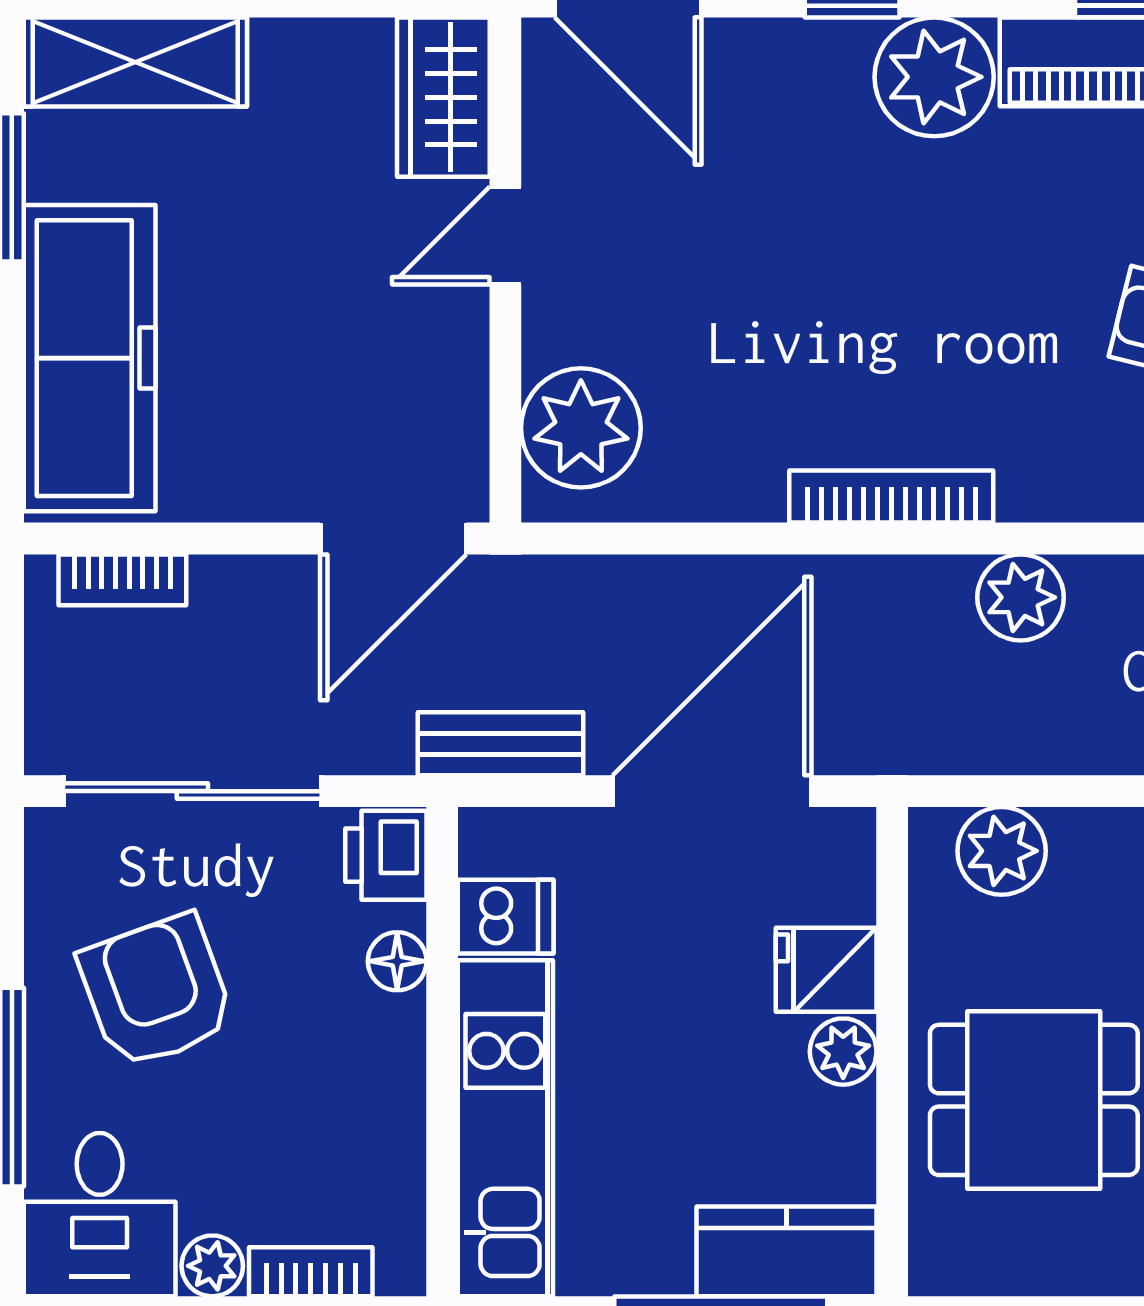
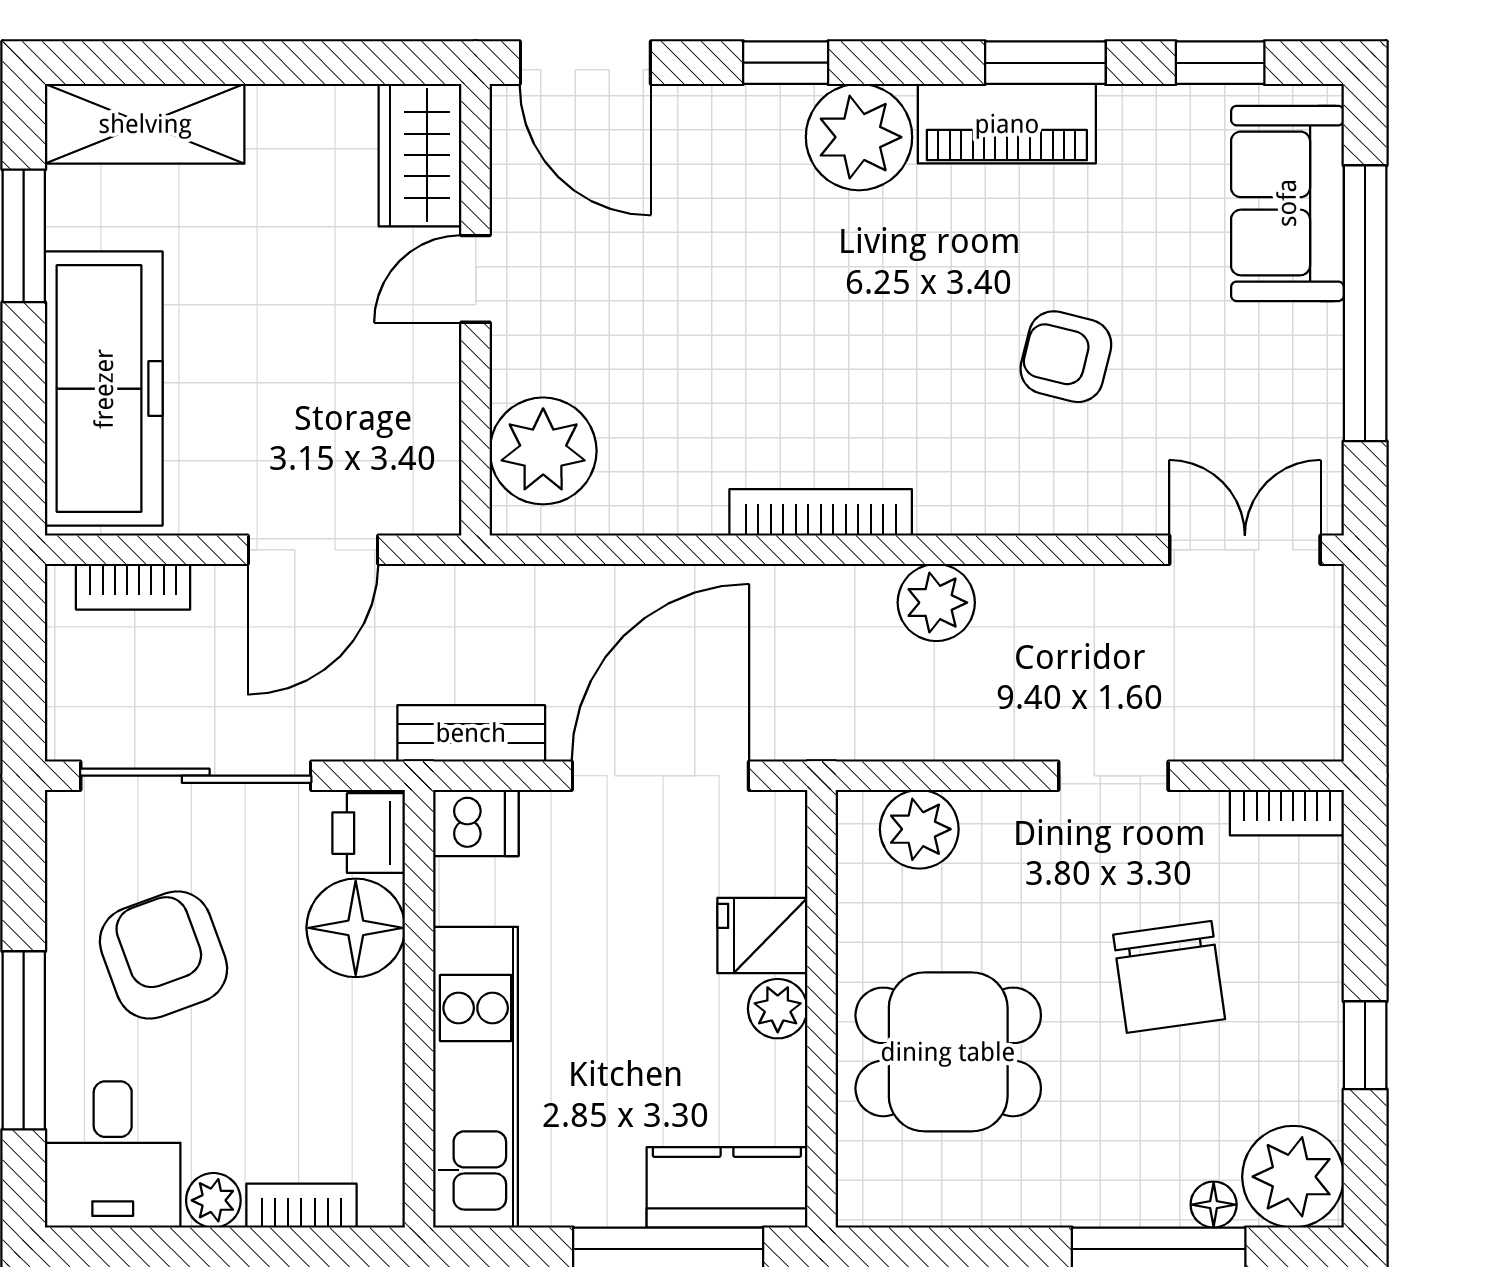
door: (393, 538) -> (313, 550), moved
dishwasher: (506, 917) -> (476, 823), moved
floor lamp: (397, 961) -> (356, 928), width x1.89, depth x1.89

